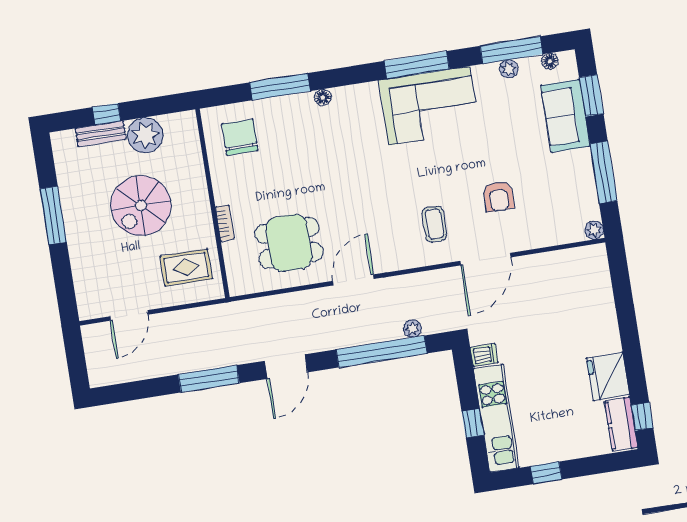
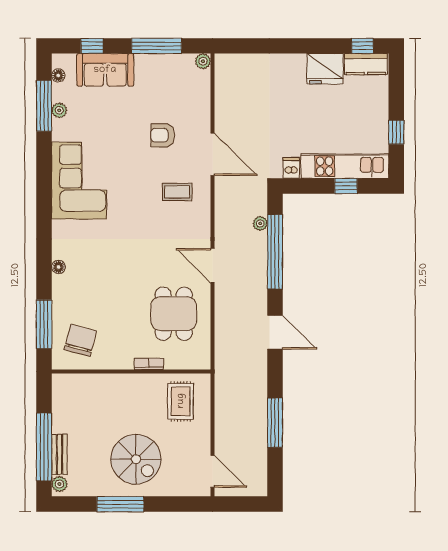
window: (417, 65) -> (44, 185), removed
window: (280, 87) -> (44, 324), moved
window: (591, 96) -> (92, 46), width x0.67
window: (107, 114) -> (44, 447), width x3.17
plant: (145, 135) -> (59, 484), moved, width x0.53, depth x0.53
chair: (240, 137) -> (80, 340), turned 105
armchair: (499, 196) -> (163, 135), turned 180
spiral stairs: (141, 206) -> (136, 459), moved
door: (129, 315) -> (213, 471), moved
window: (209, 379) -> (275, 423), moved

